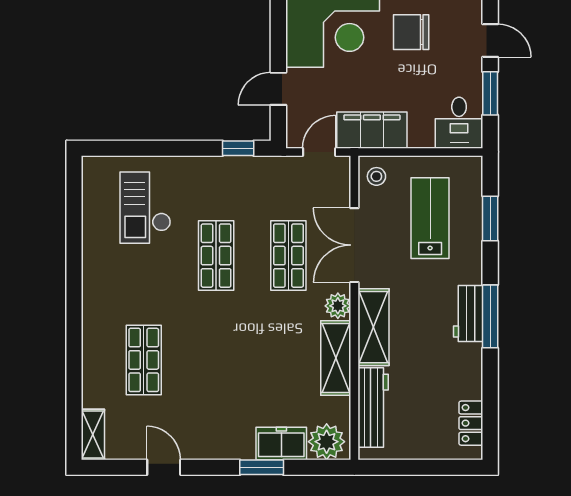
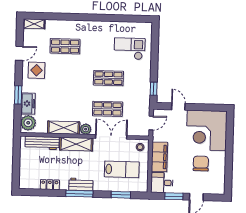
filing cabinet: (372, 130) -> (159, 157), moved
door: (319, 152) -> (151, 123), hinge flipped
locker: (471, 423) -> (50, 185), moved
display table: (202, 425) -> (37, 70), added

